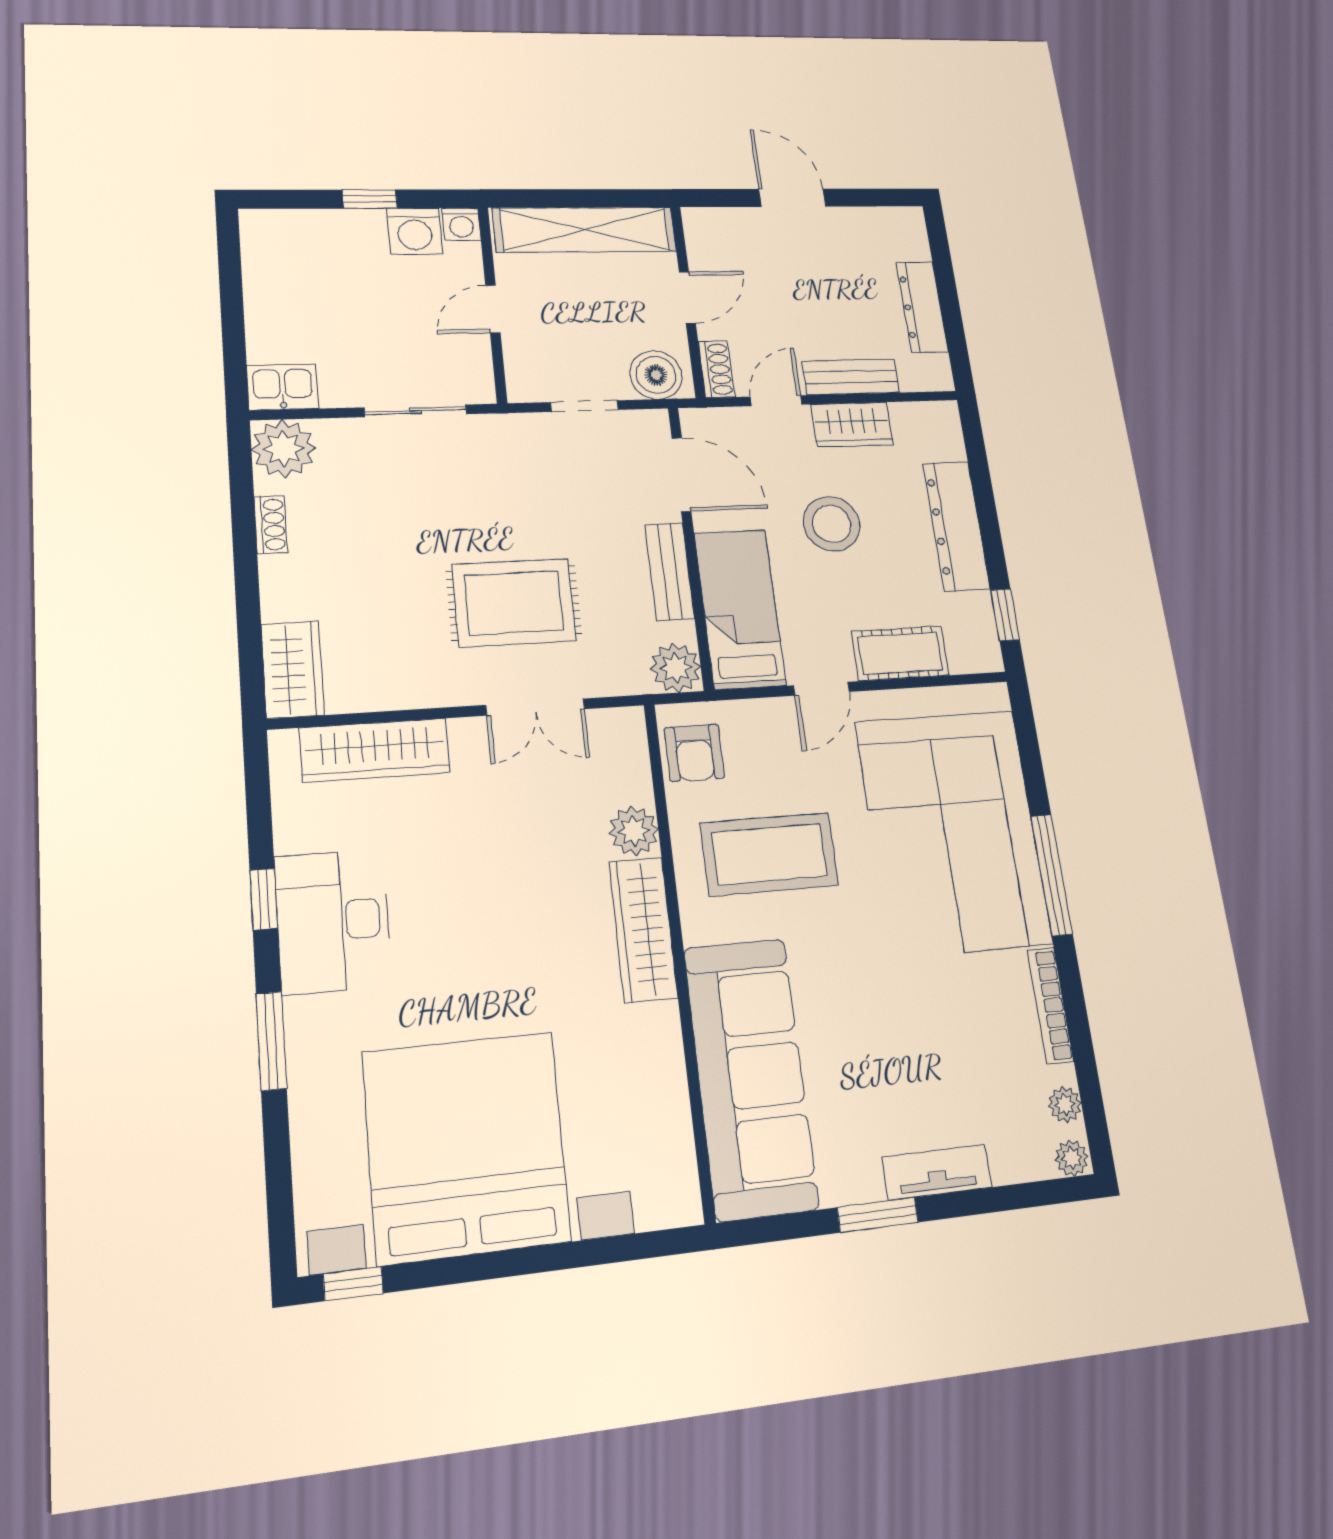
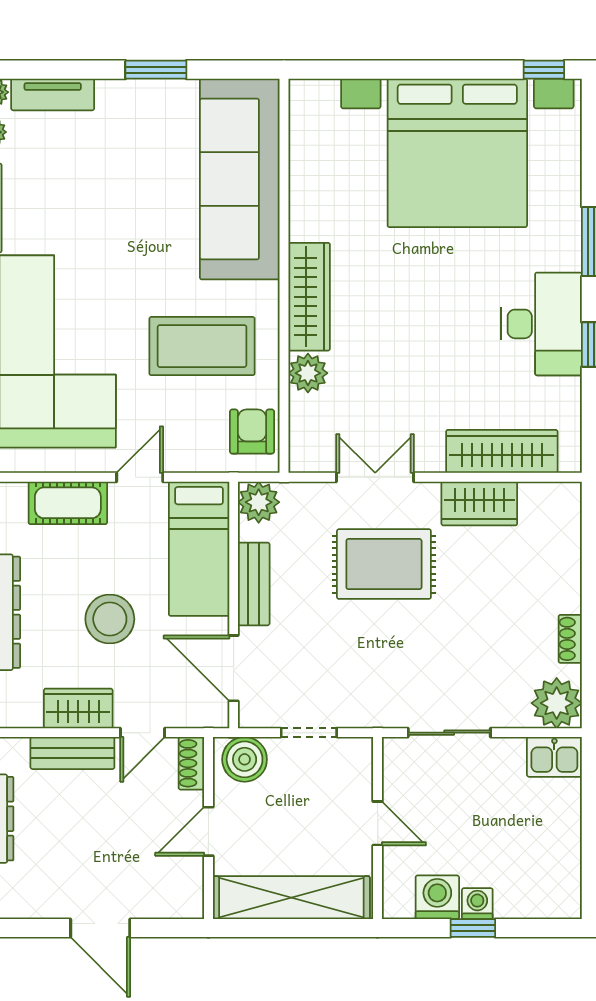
washing machine: (461, 224) -> (477, 904), moved
door: (493, 309) -> (378, 823), hinge flipped
wardrobe: (293, 669) -> (479, 503), moved, turned -90
tv unit: (937, 1172) -> (53, 94), moved

